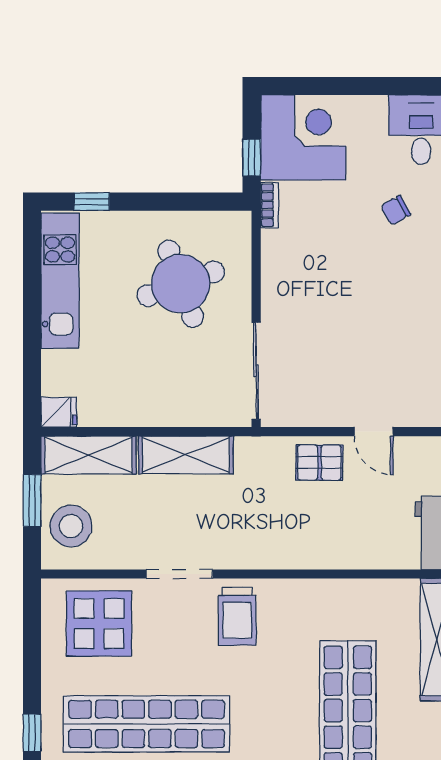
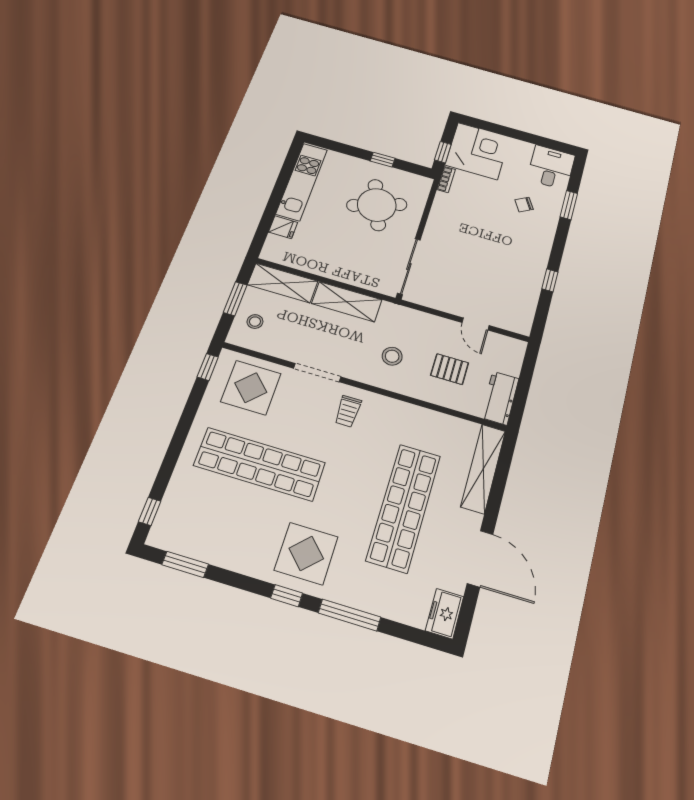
window: (92, 202) -> (383, 160), moved
fridge: (59, 412) -> (283, 227), moved
pallet: (319, 462) -> (450, 369), moved
stool: (272, 518) -> (392, 356), added
stool: (71, 526) -> (255, 322), width x0.53, depth x0.53
trolley: (237, 616) -> (348, 411), width x0.73, depth x0.72
window: (32, 733) -> (208, 367), moved

